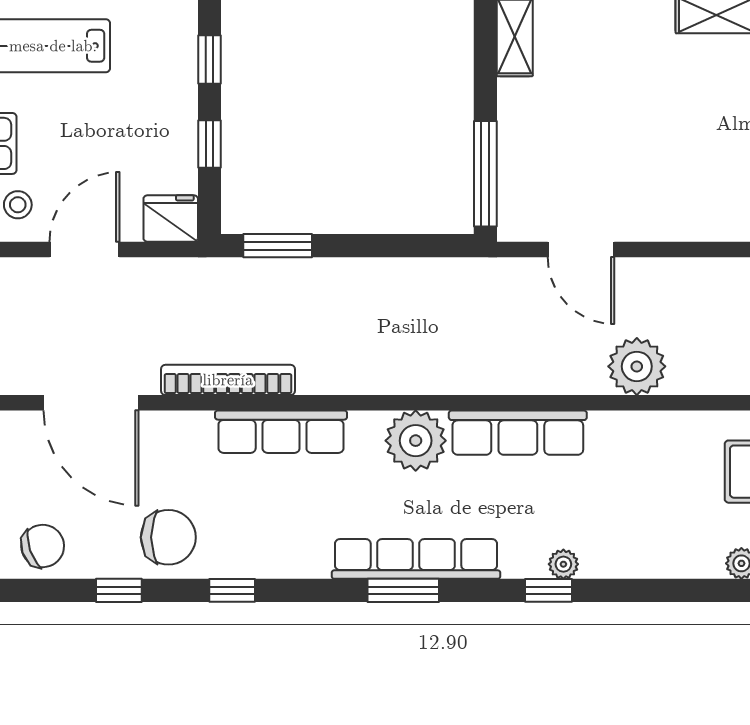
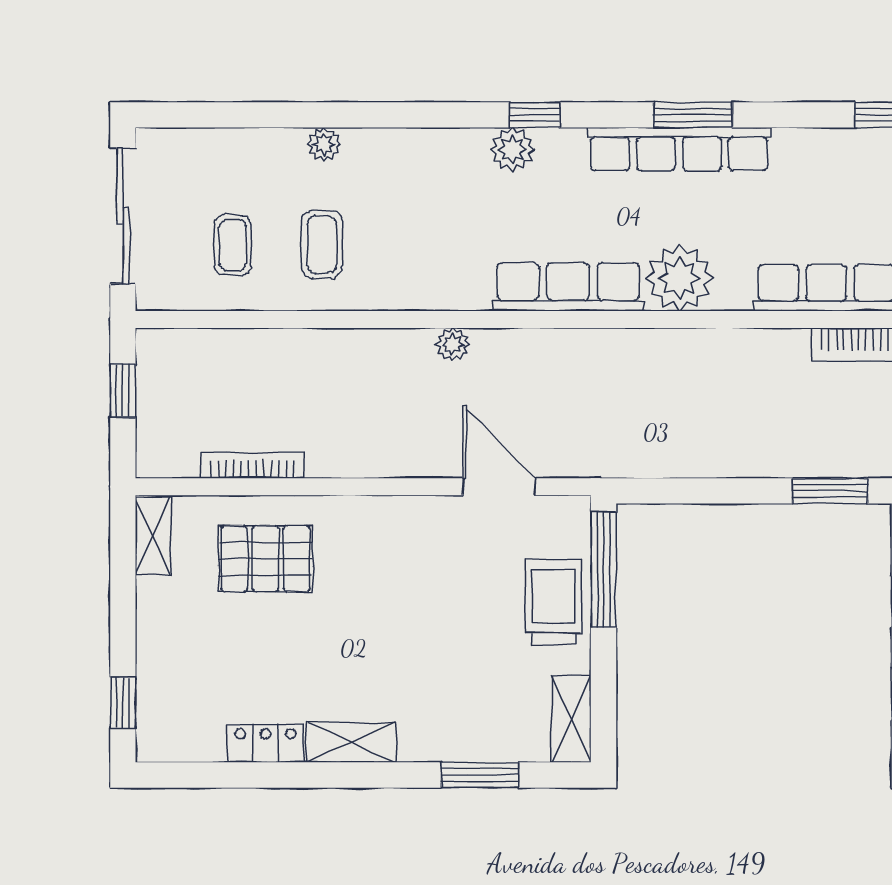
trolley: (531, 144) -> (553, 602), added
plant: (637, 366) -> (453, 345), width x0.53, depth x0.53
plant: (563, 564) -> (512, 149), width x1.38, depth x1.38

